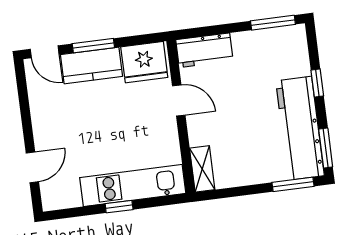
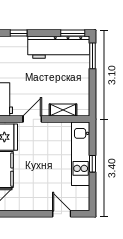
window: (317, 83) -> (19, 33), moved
shelving: (202, 169) -> (63, 110), moved

